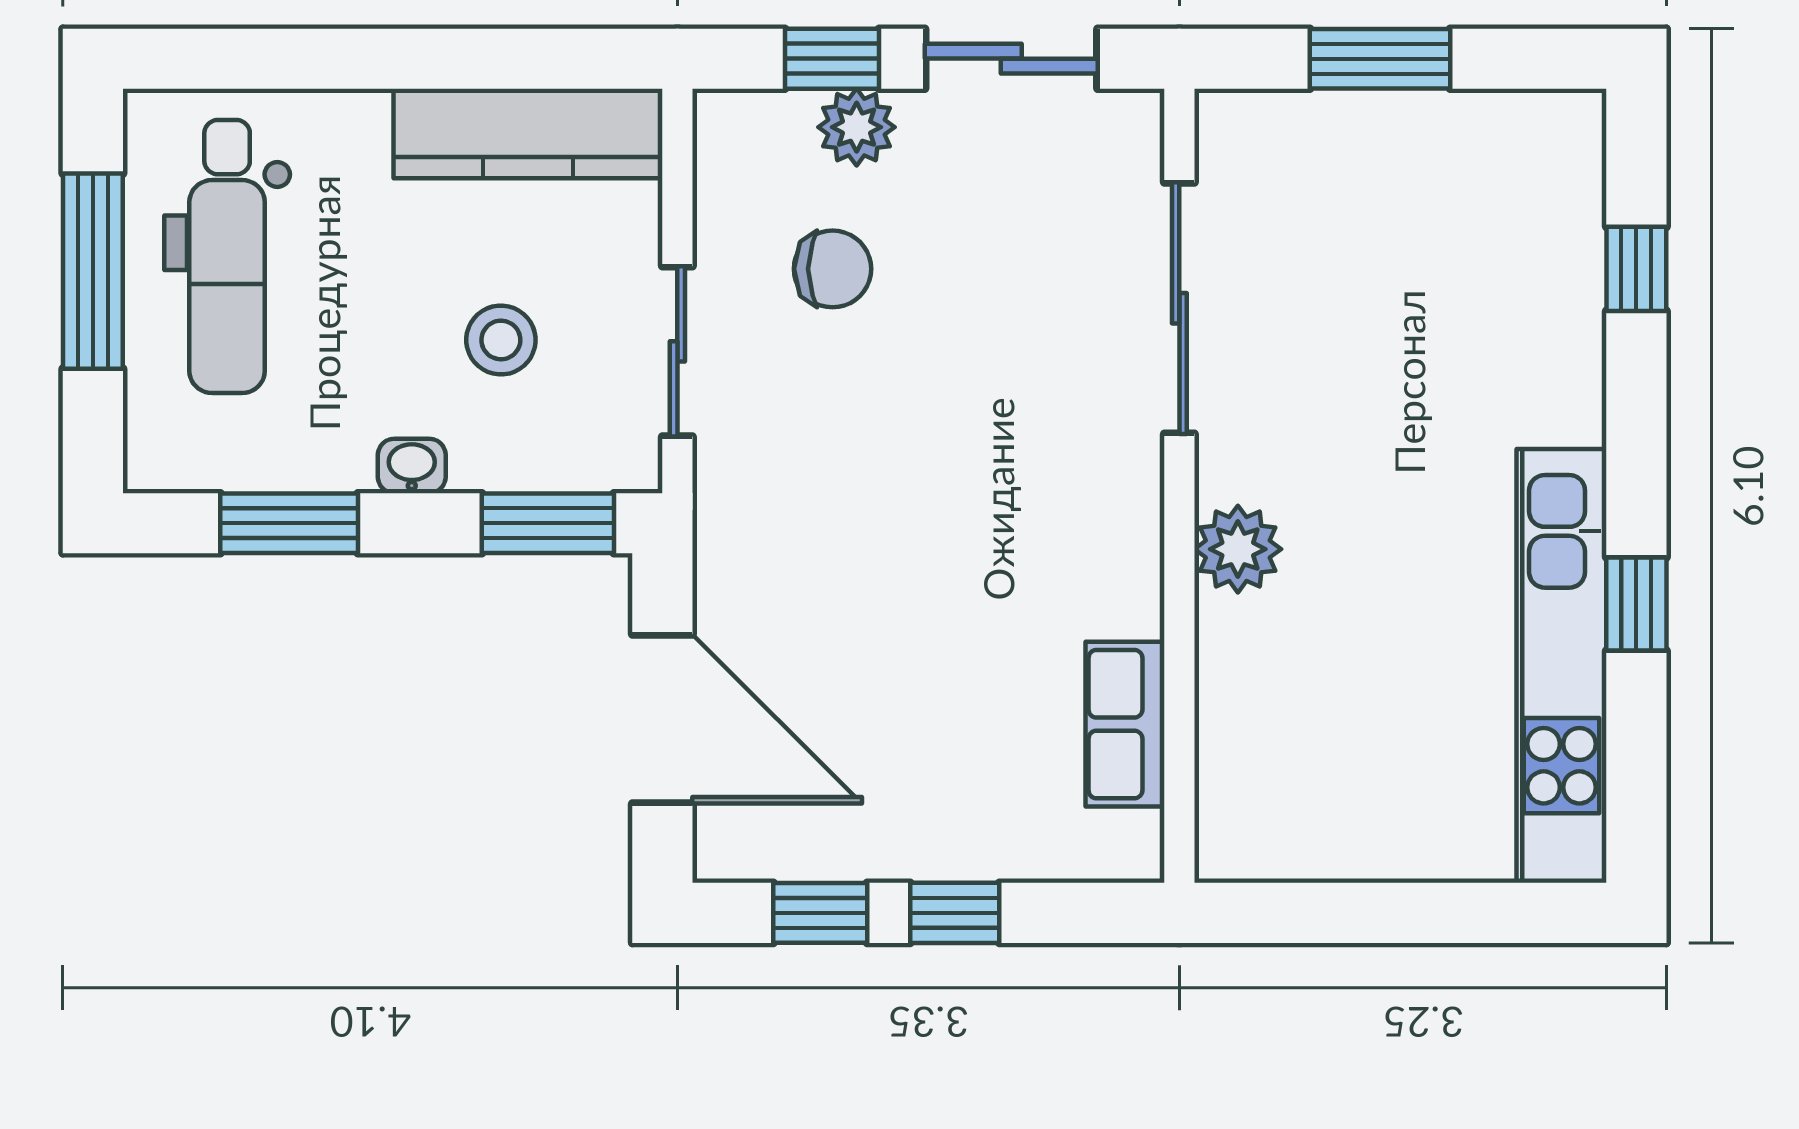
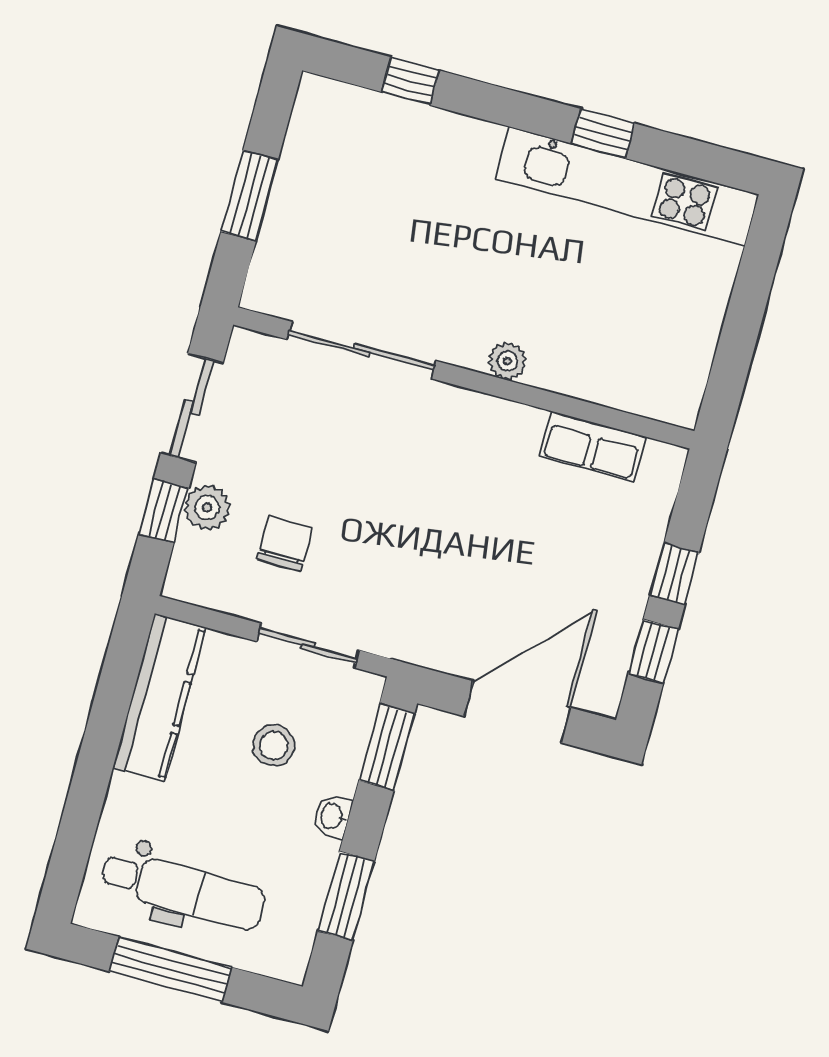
plant: (1238, 549) -> (507, 361), width x0.73, depth x0.73

